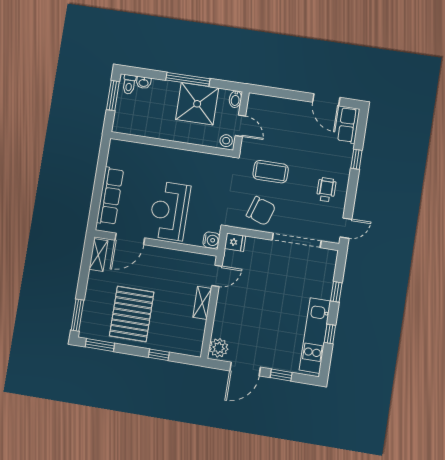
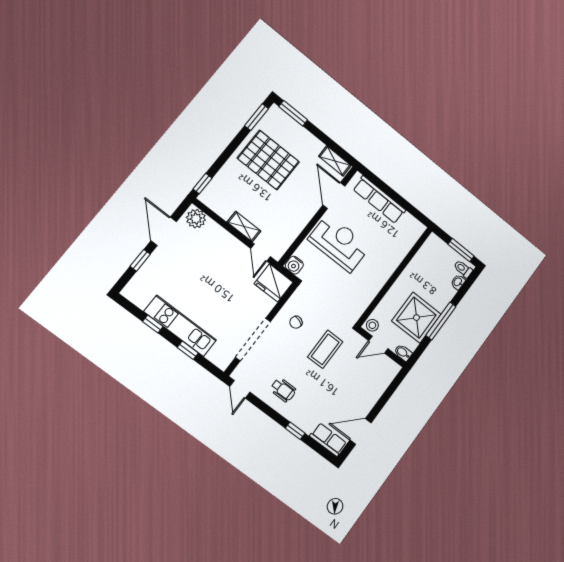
chair: (261, 211) -> (296, 322), width x0.54, depth x0.54
fridge: (235, 242) -> (274, 283), width x1.88, depth x1.34
kitchen unit: (315, 336) -> (180, 326), moved
window: (159, 355) -> (203, 184), moved

